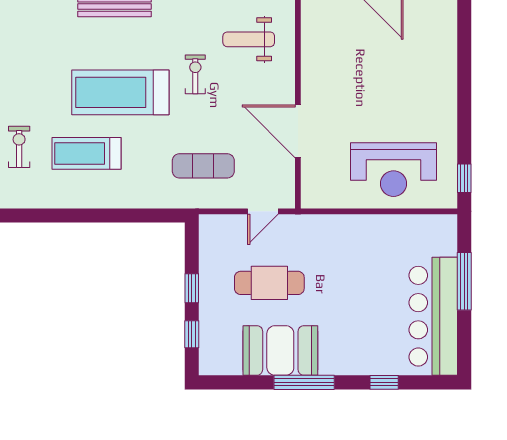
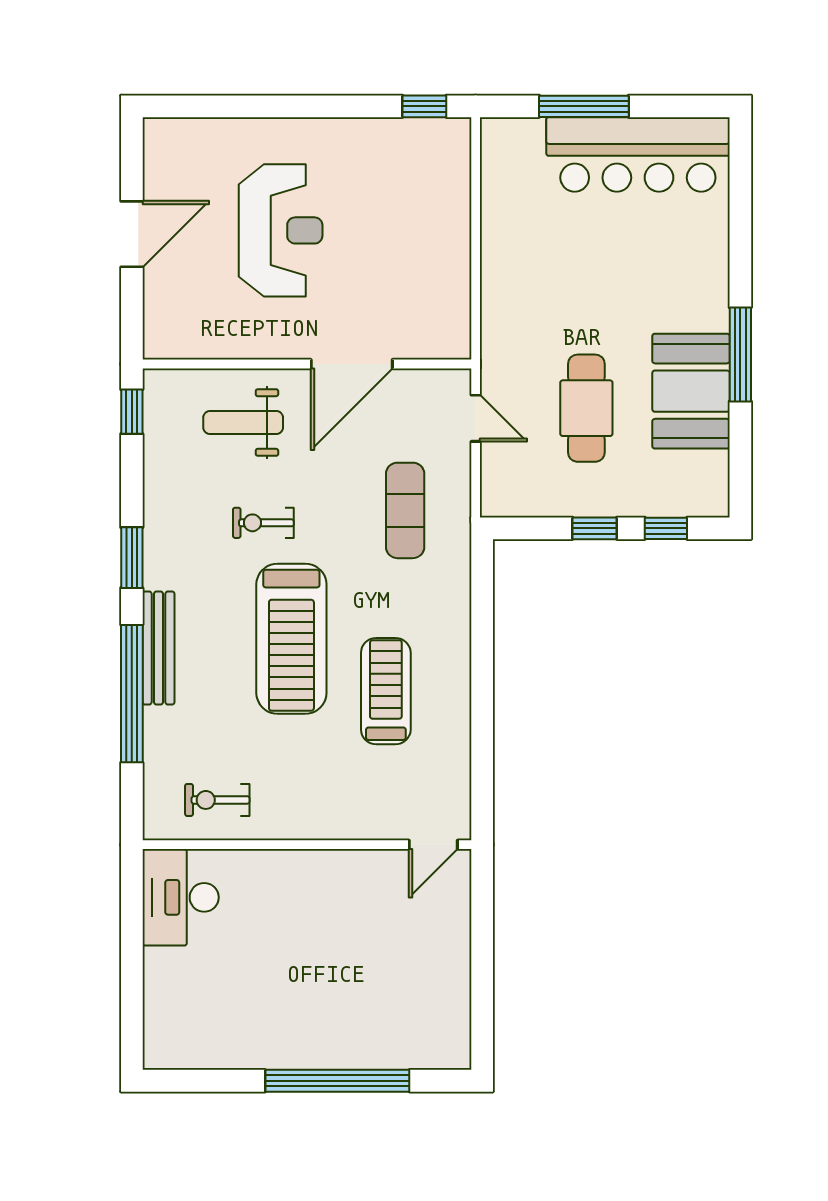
weight bench: (249, 39) -> (243, 423), moved, turned 90
exercise bike: (19, 147) -> (217, 800), moved
treadmill: (87, 153) -> (386, 691), turned 180
reception desk: (394, 170) -> (281, 230), moved
window: (384, 382) -> (740, 231), removed

